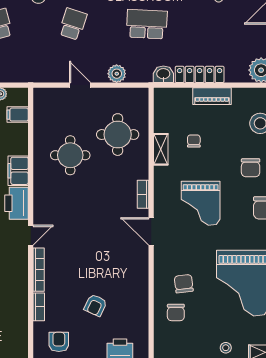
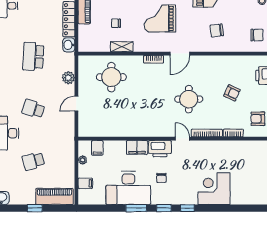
round table: (70, 155) -> (189, 99), moved
grand piano: (201, 203) -> (160, 18), turned 180
chair: (176, 312) -> (257, 35), moved

